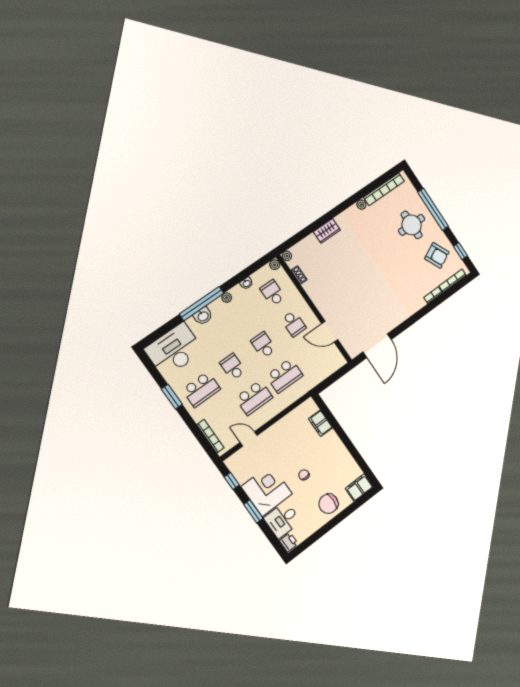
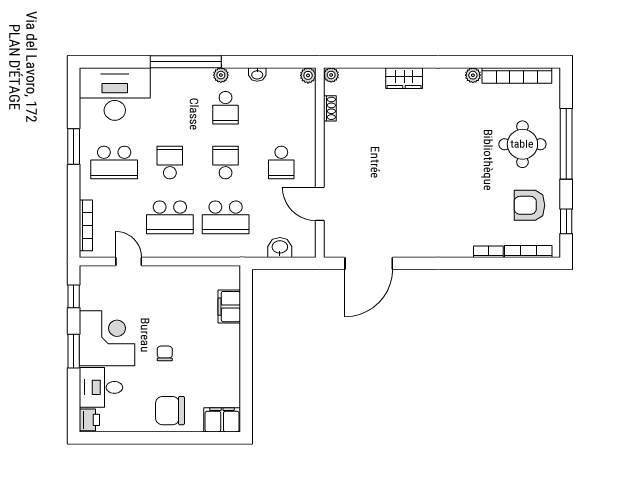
armchair: (437, 255) -> (529, 205), turned 116
school desk: (273, 293) -> (226, 108), moved, turned 180
washbasin: (203, 316) -> (280, 247), moved, turned 180

